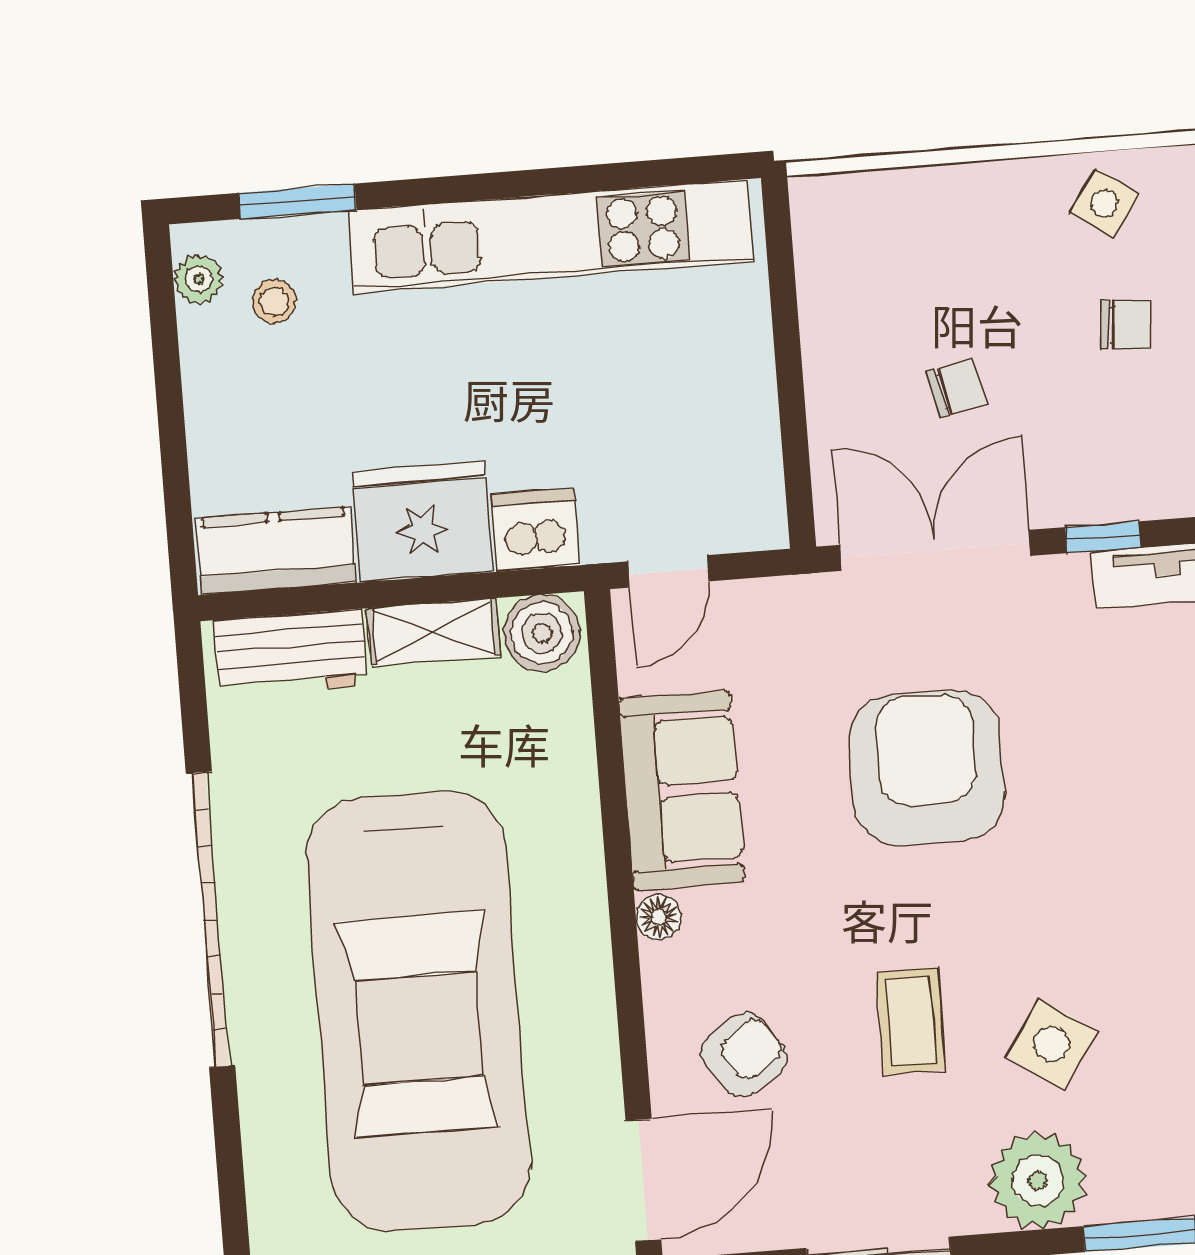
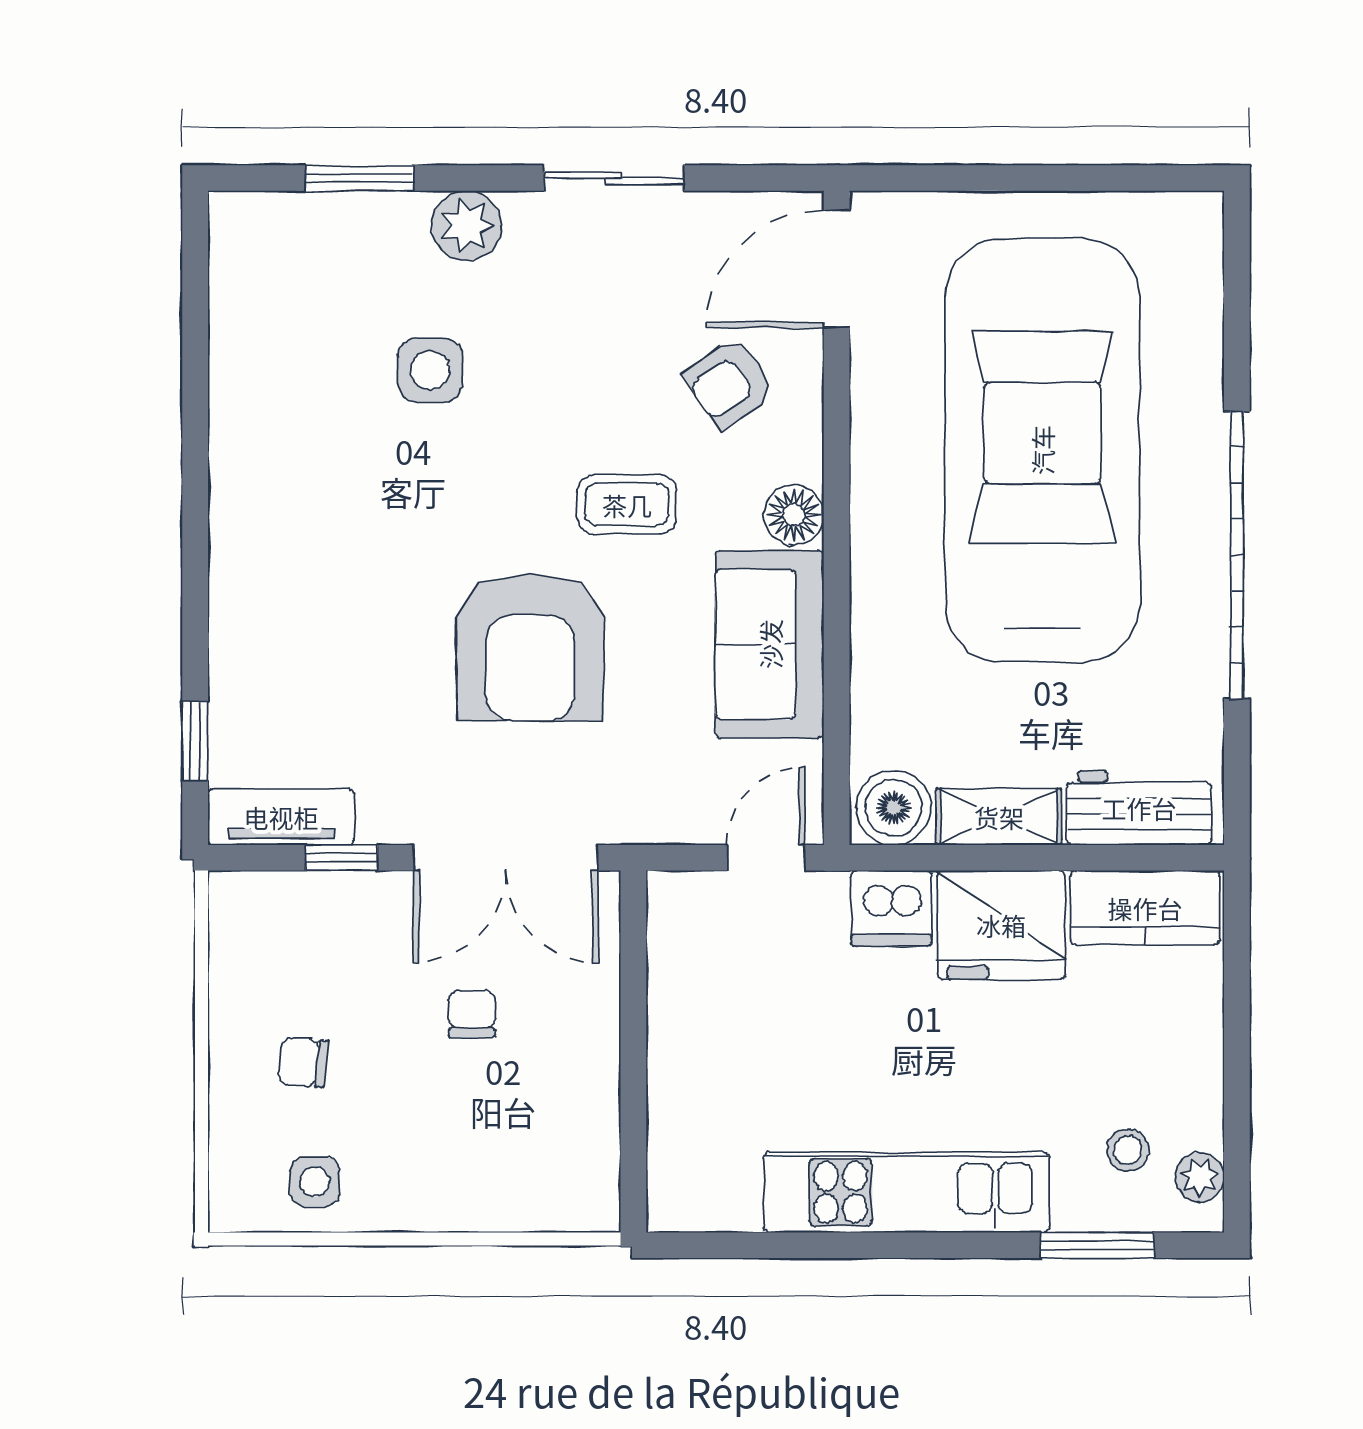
side table: (1104, 203) -> (315, 1182), turned -36
kitchen unit: (551, 236) -> (906, 1192), width x0.73
chair: (957, 388) -> (472, 1014), turned 102
floor lamp: (659, 917) -> (794, 515), width x1.37, depth x1.37
coffee table: (911, 1021) -> (627, 505), moved, turned 90
side table: (1051, 1044) -> (430, 370), turned -35
plant: (1038, 1181) -> (467, 226), width x0.73, depth x0.73

